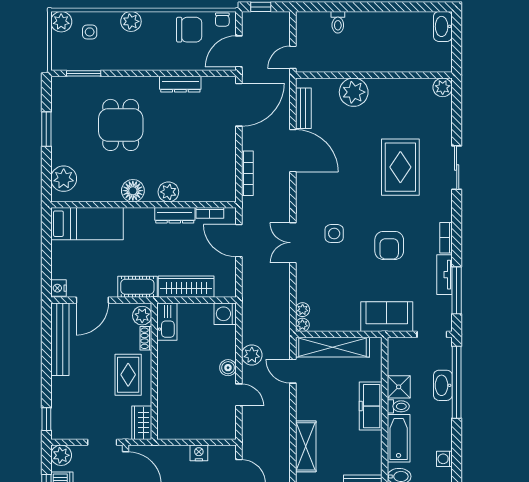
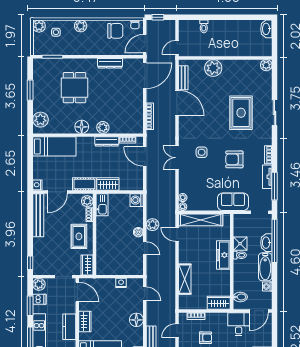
armchair: (389, 245) -> (234, 159), turned 90
wardrobe: (186, 287) -> (108, 184), width x0.67
bathtub: (399, 438) -> (265, 267), moved, turned 180

